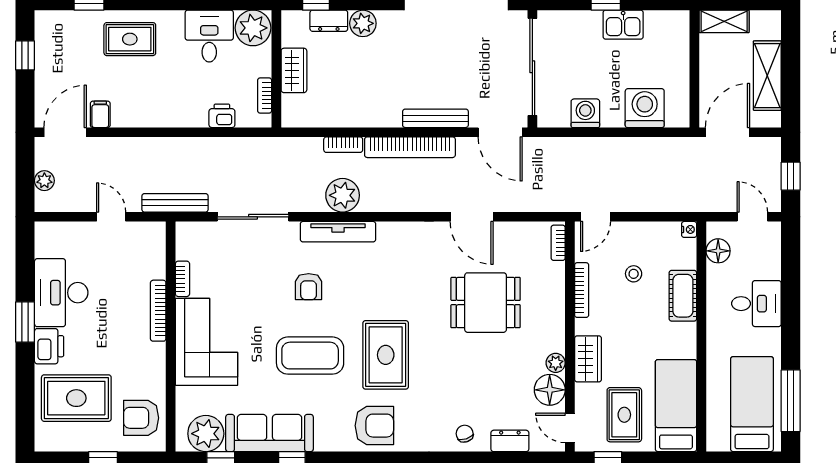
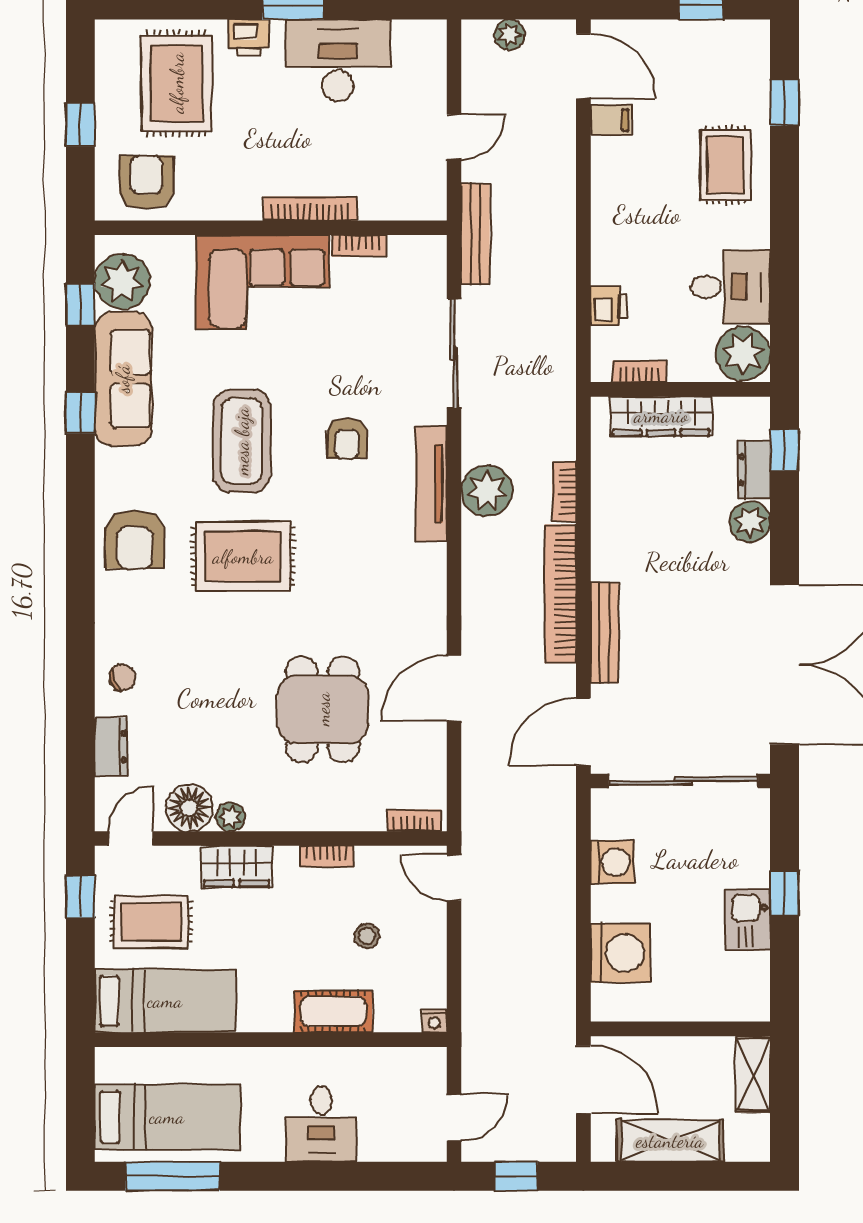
wardrobe: (294, 70) -> (661, 416), width x1.50
floor lamp: (718, 251) -> (402, 1065), removed
armchair: (309, 287) -> (347, 439), turned -90
bookcase: (582, 290) -> (327, 856), width x0.64
printer: (49, 346) -> (249, 37), width x0.73, depth x0.81

